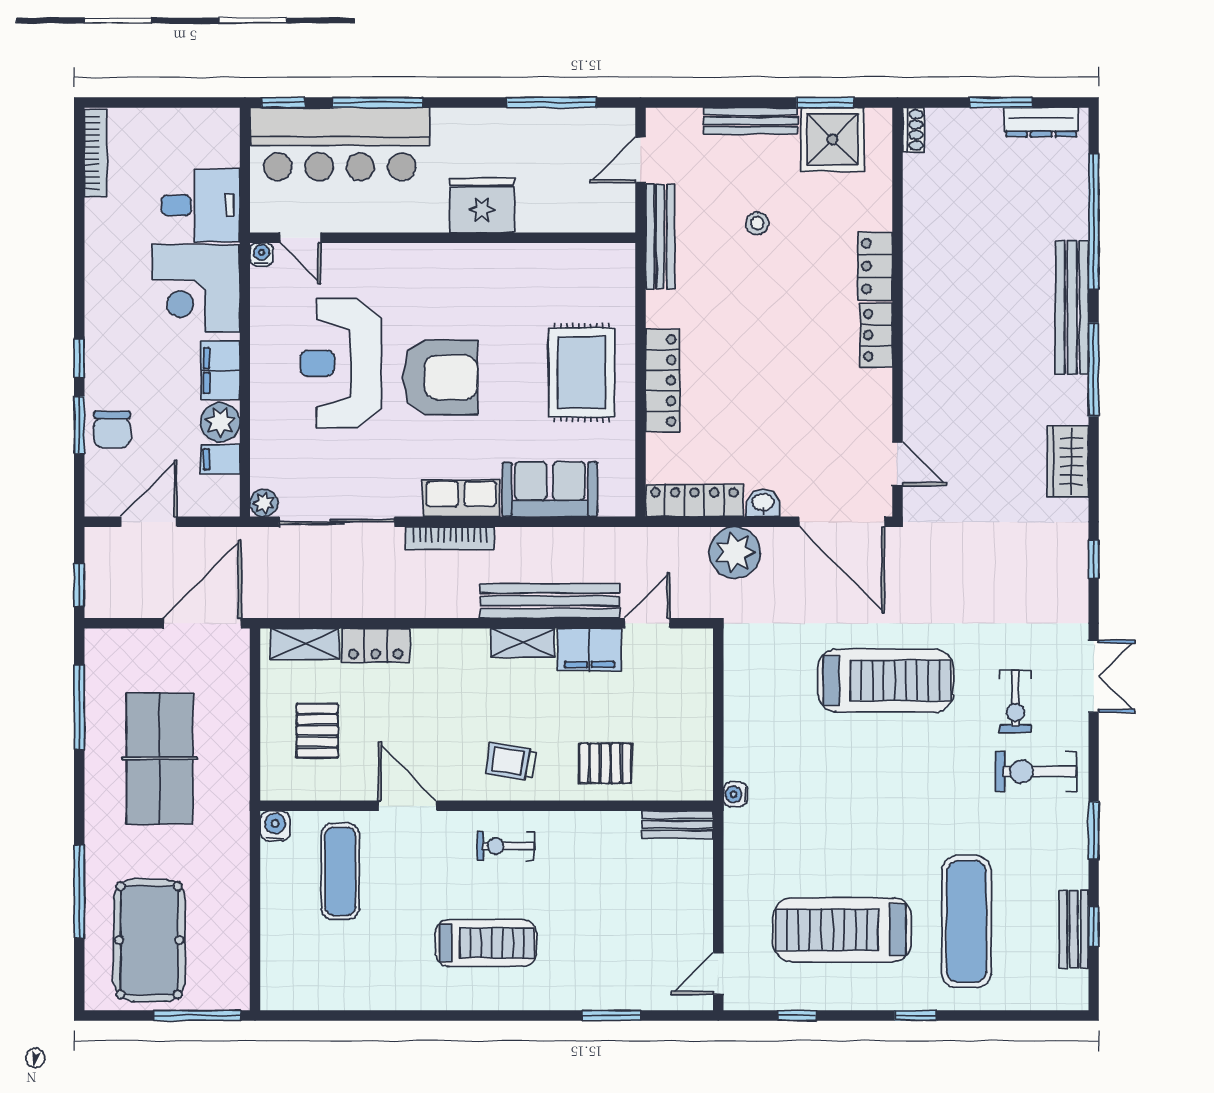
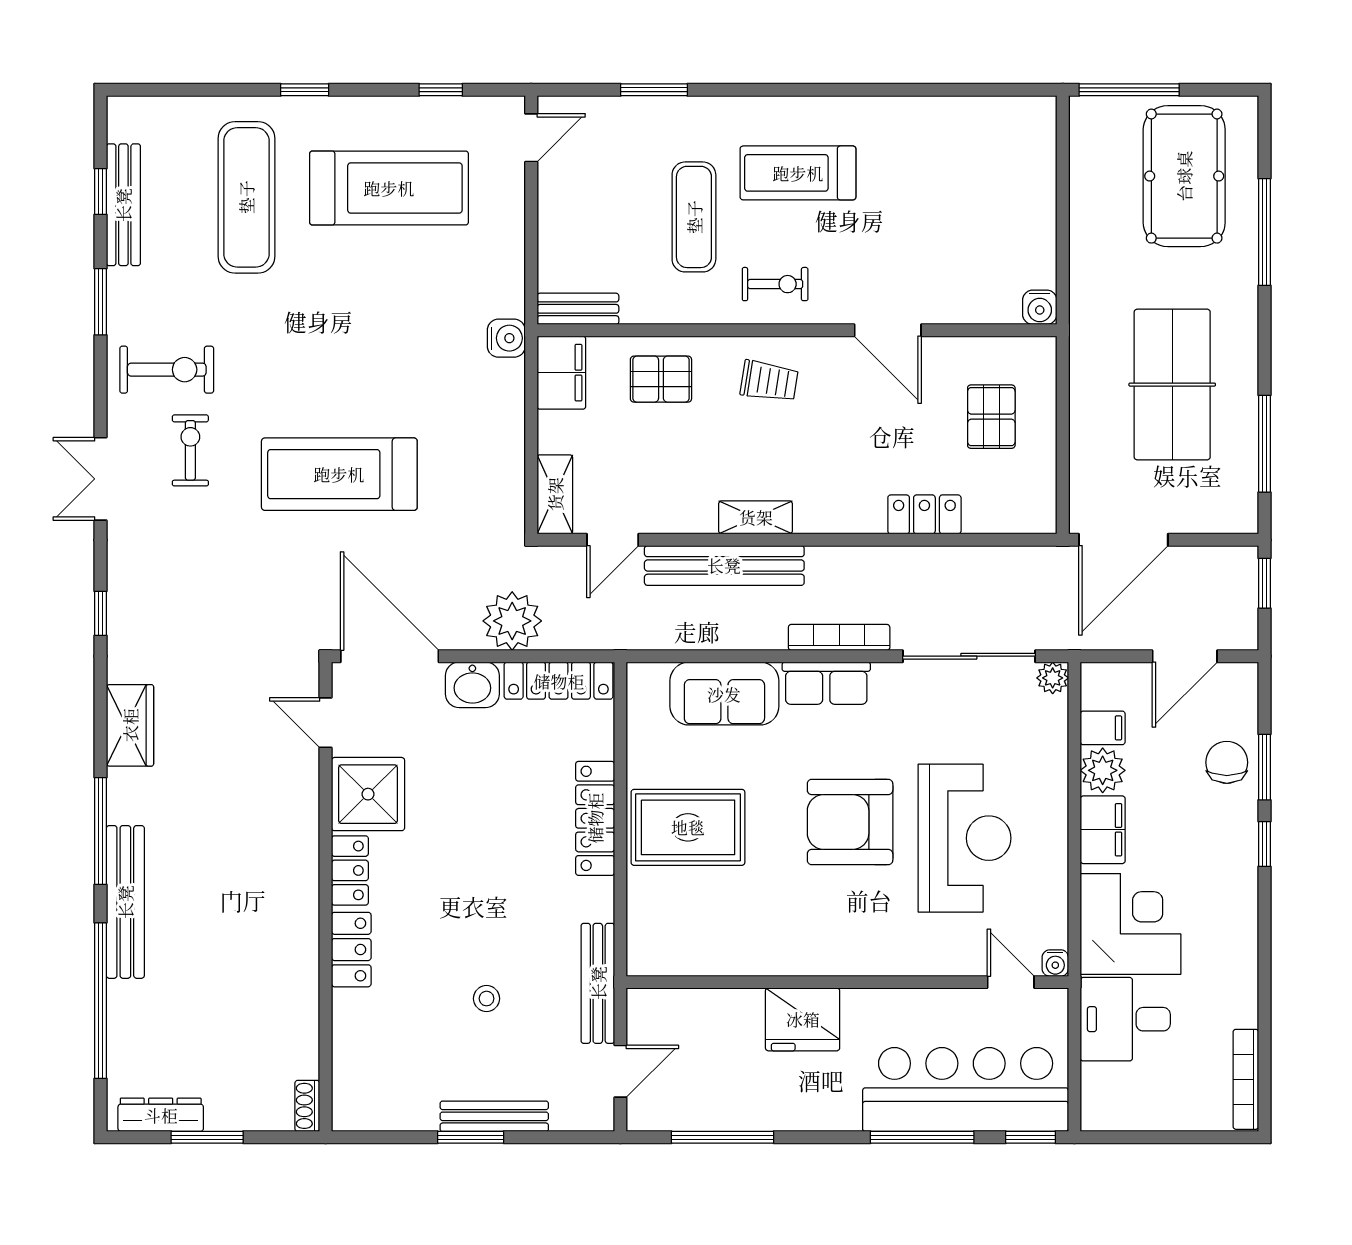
window: (825, 102) -> (471, 1137), moved
shower: (832, 139) -> (368, 794), moved
rug: (582, 373) -> (688, 827), turned 90
washbasin: (763, 503) -> (472, 685), width x1.38, depth x1.45
shelving: (305, 644) -> (555, 494), moved, turned 90
filing cabinet: (589, 650) -> (561, 373), moved, turned 90
water cooler: (735, 794) -> (506, 338), width x1.38, depth x1.38
exercise mat: (340, 871) -> (694, 217), moved
bench: (1074, 929) -> (123, 205), width x1.36

